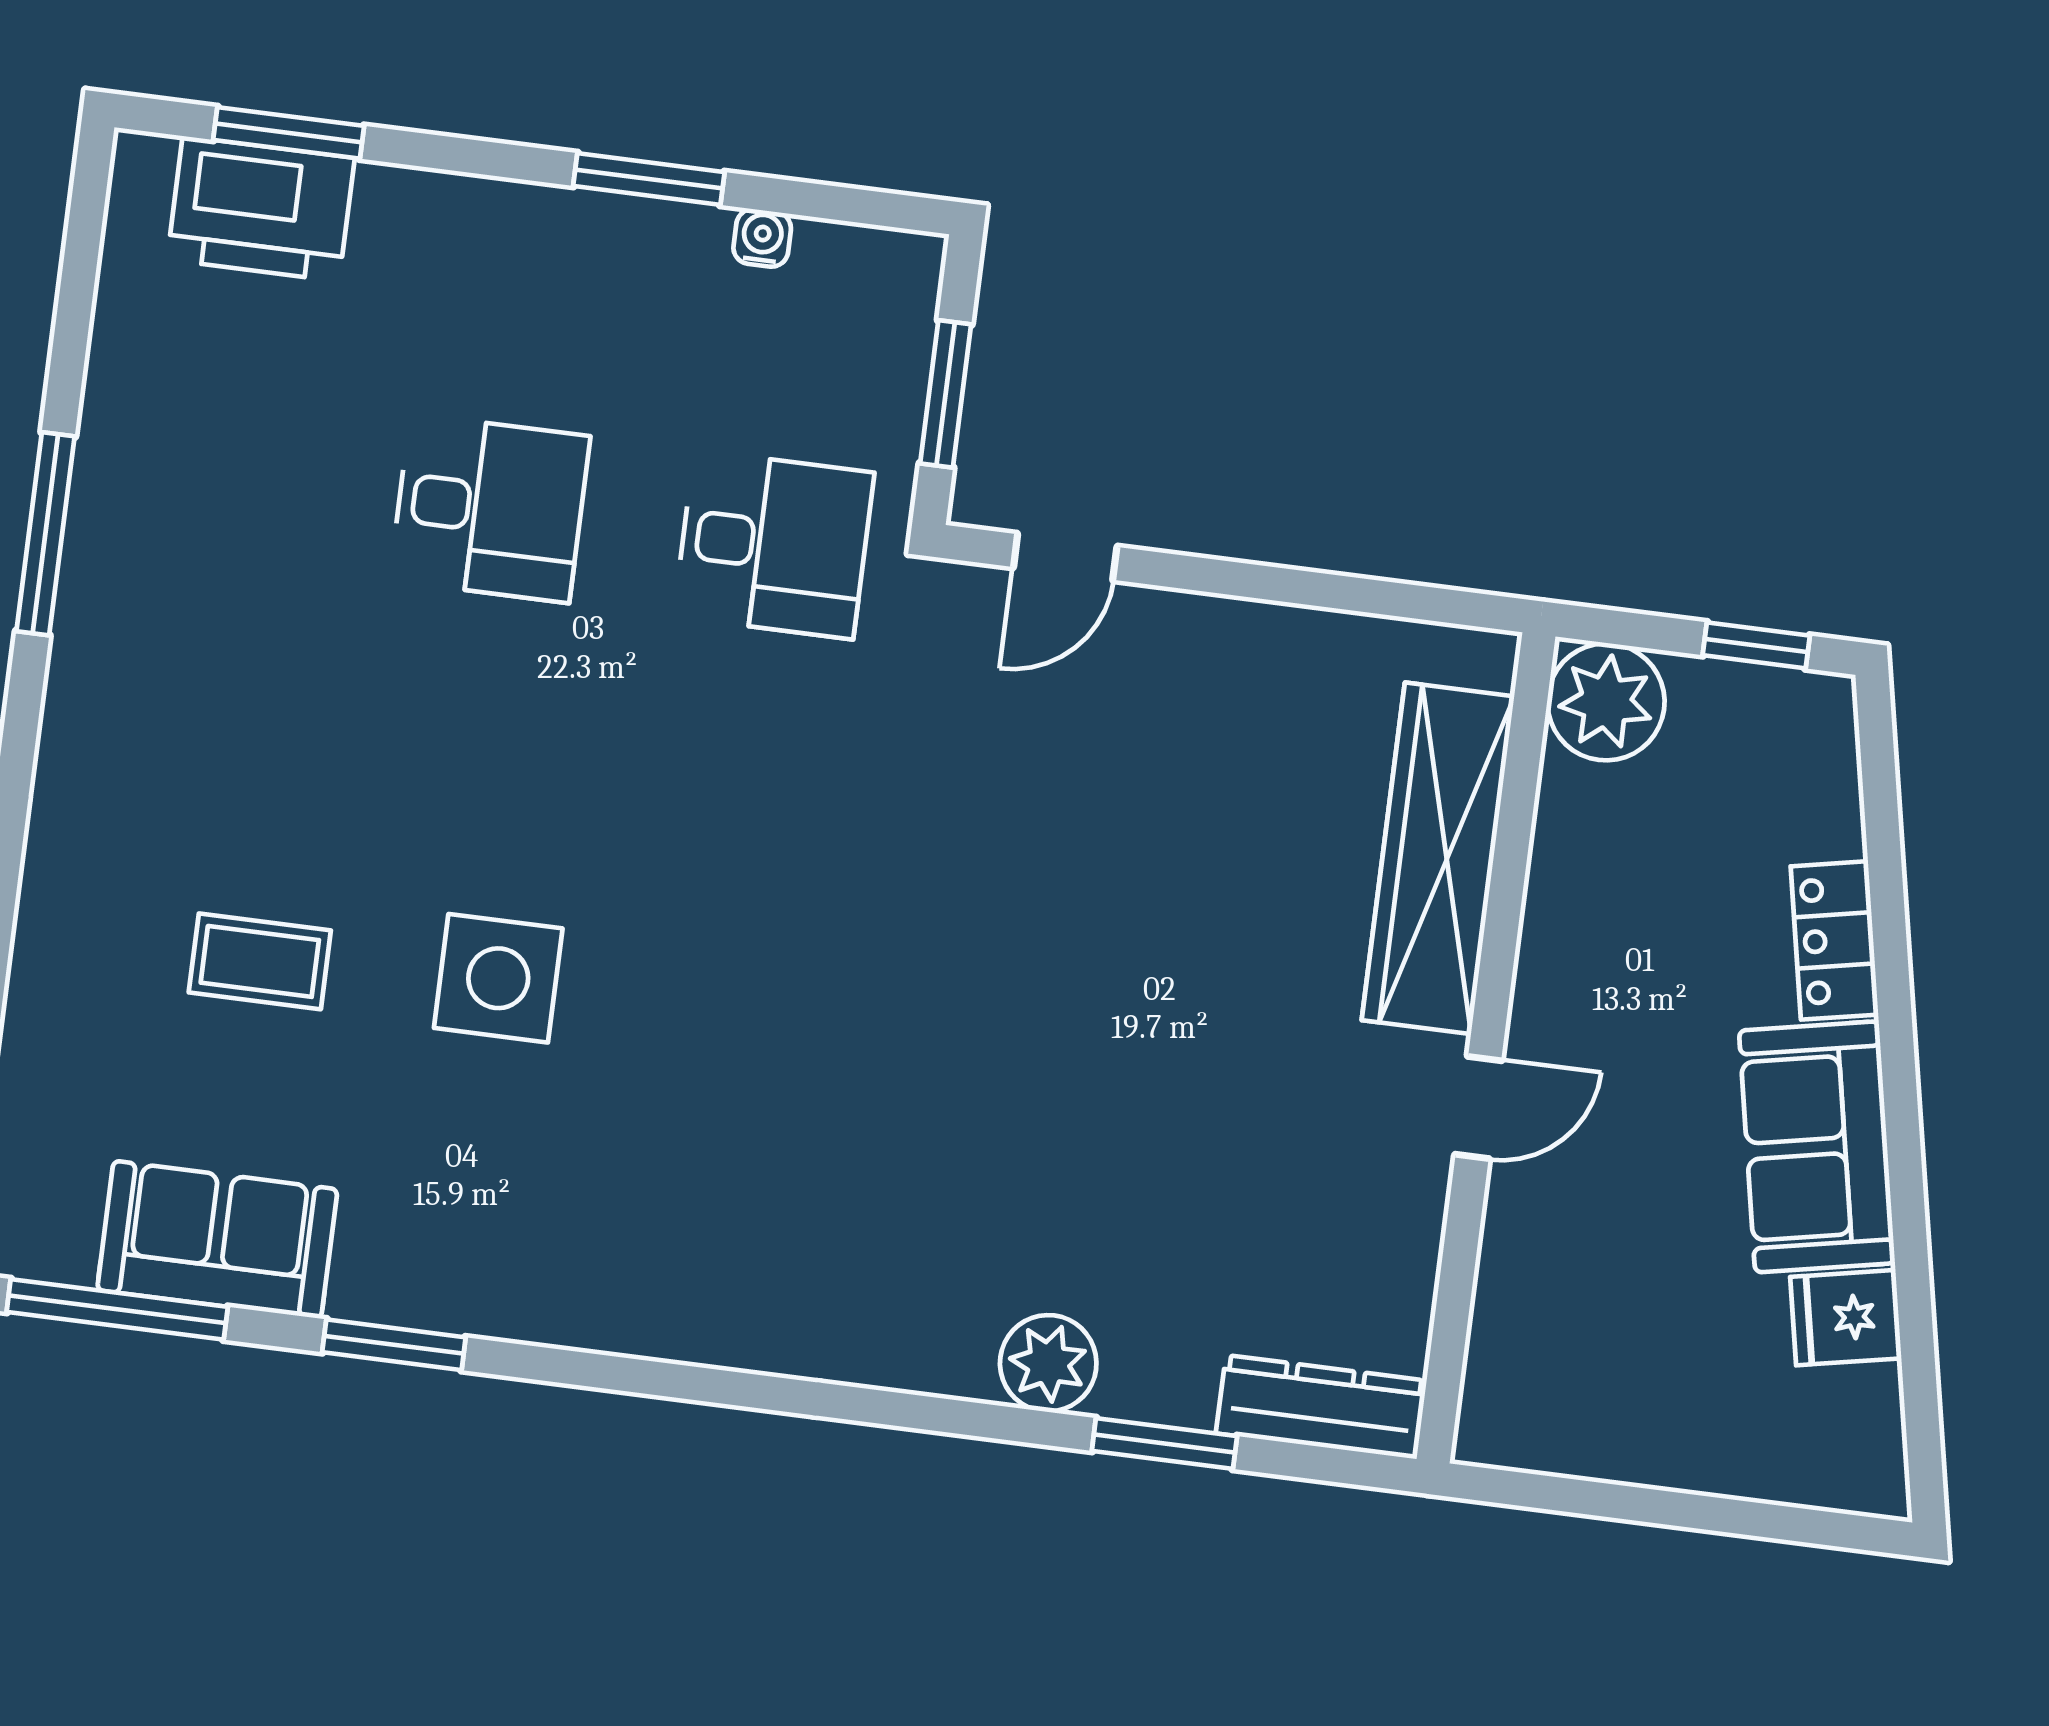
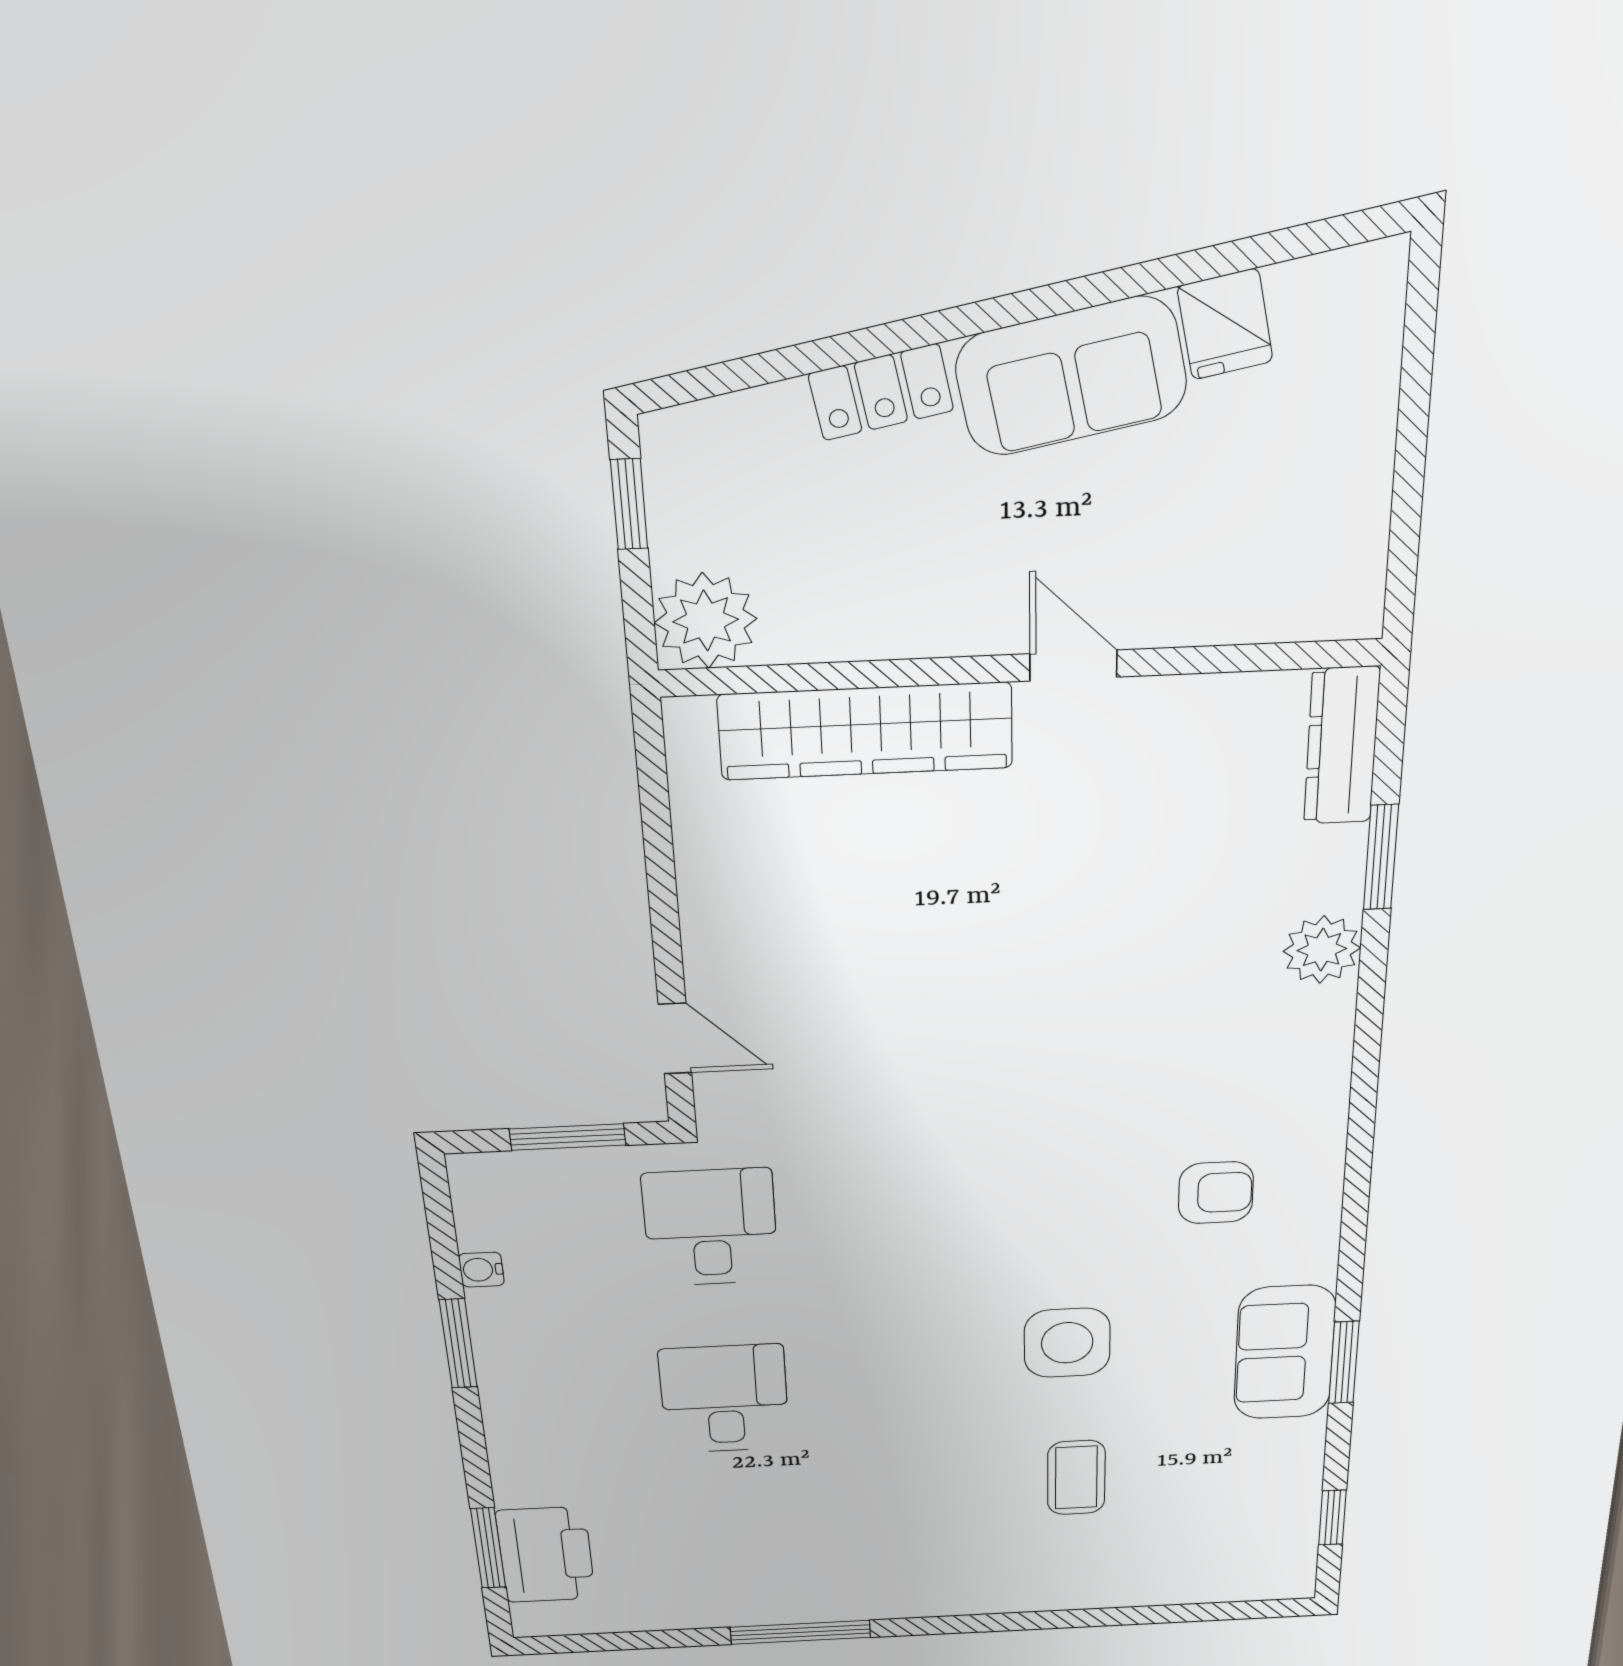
armchair: (707, 1199) -> (1216, 1193), added
sofa: (217, 1240) -> (1285, 1353), moved
window: (117, 1309) -> (1332, 1518), width x0.46

